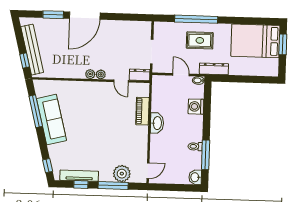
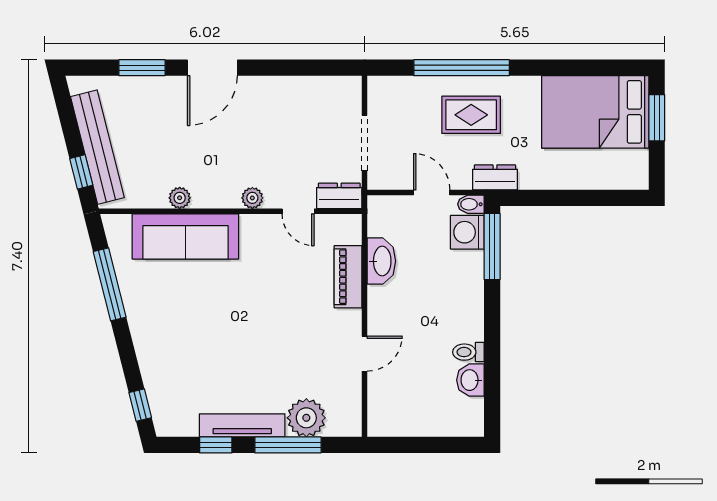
door: (85, 16) -> (212, 68), width x0.73
dresser: (214, 69) -> (495, 177), width x0.70
plant: (90, 74) -> (180, 198), moved
washing machine: (196, 107) -> (467, 232), moved
sofa: (52, 120) -> (185, 236), moved, turned 104
washbasin: (157, 123) -> (381, 261), moved
window: (206, 155) -> (492, 246), moved
door: (148, 171) -> (365, 354), moved
tv unit: (79, 176) -> (242, 425), moved
washbasin: (195, 177) -> (470, 380), moved

